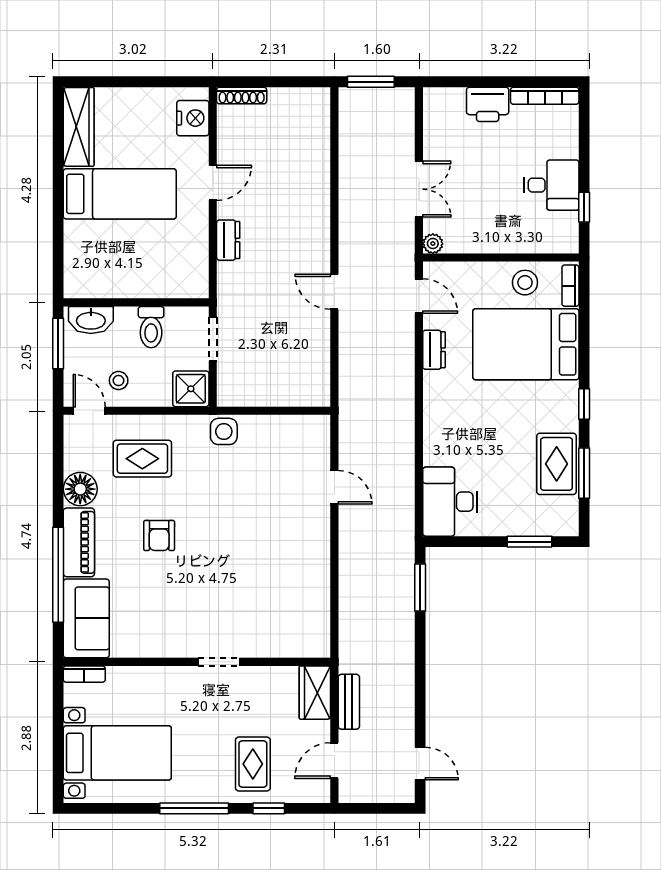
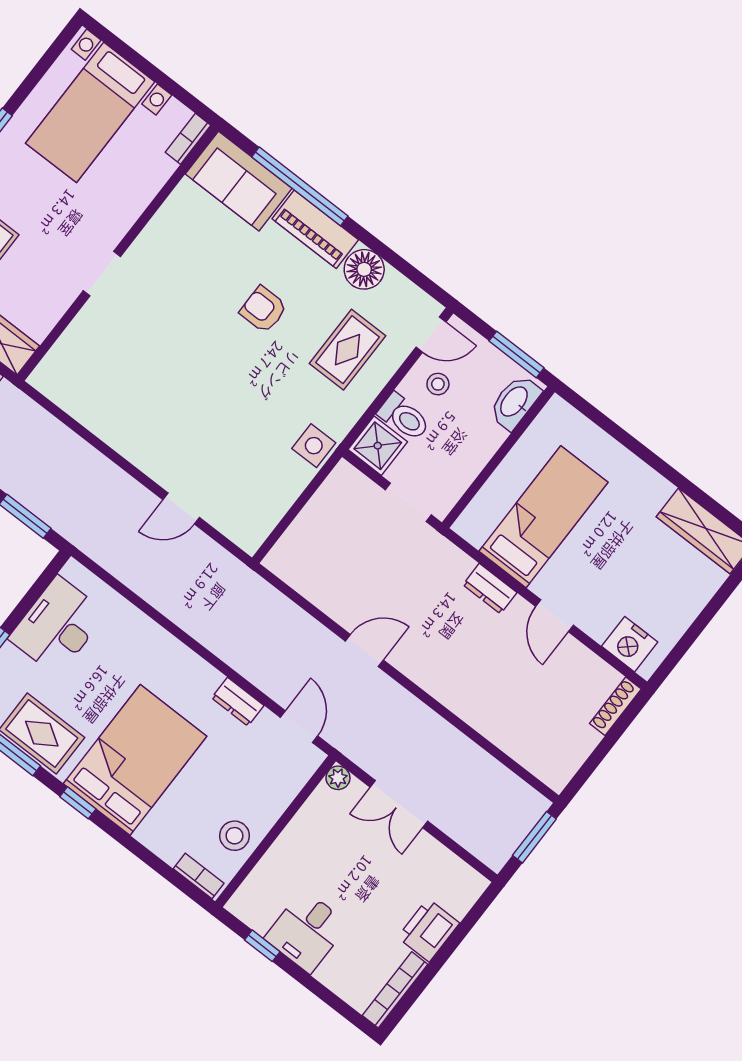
bed: (120, 194) -> (543, 517), moved, turned 180
door: (419, 296) -> (299, 727), swing flipped
toilet: (151, 327) -> (404, 417), moved, turned 180
bed: (526, 344) -> (135, 760), moved
desk: (450, 502) -> (58, 626), moved, turned -90

